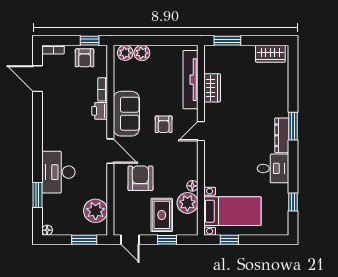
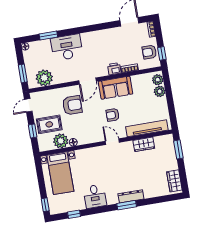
dresser: (282, 135) -> (131, 196), moved
window: (229, 240) -> (45, 205), moved

